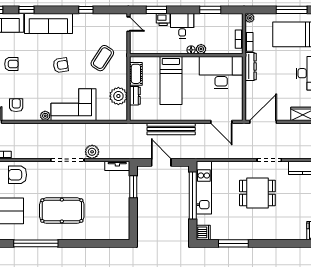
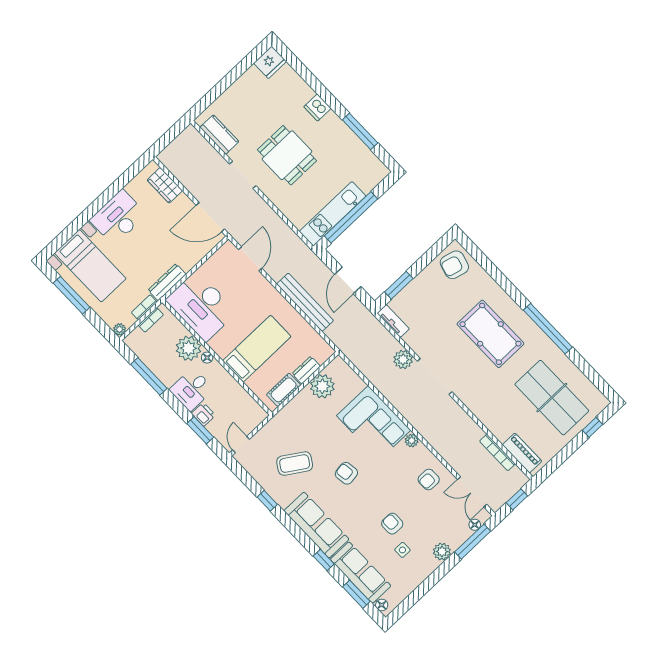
window: (210, 10) -> (149, 376), width x1.44
plant: (201, 49) -> (189, 348), width x1.88, depth x1.88
coffee table: (102, 58) -> (295, 464), moved
armchair: (18, 175) -> (454, 265), moved, turned 105
dishwasher: (203, 232) -> (317, 108), moved, turned -90

